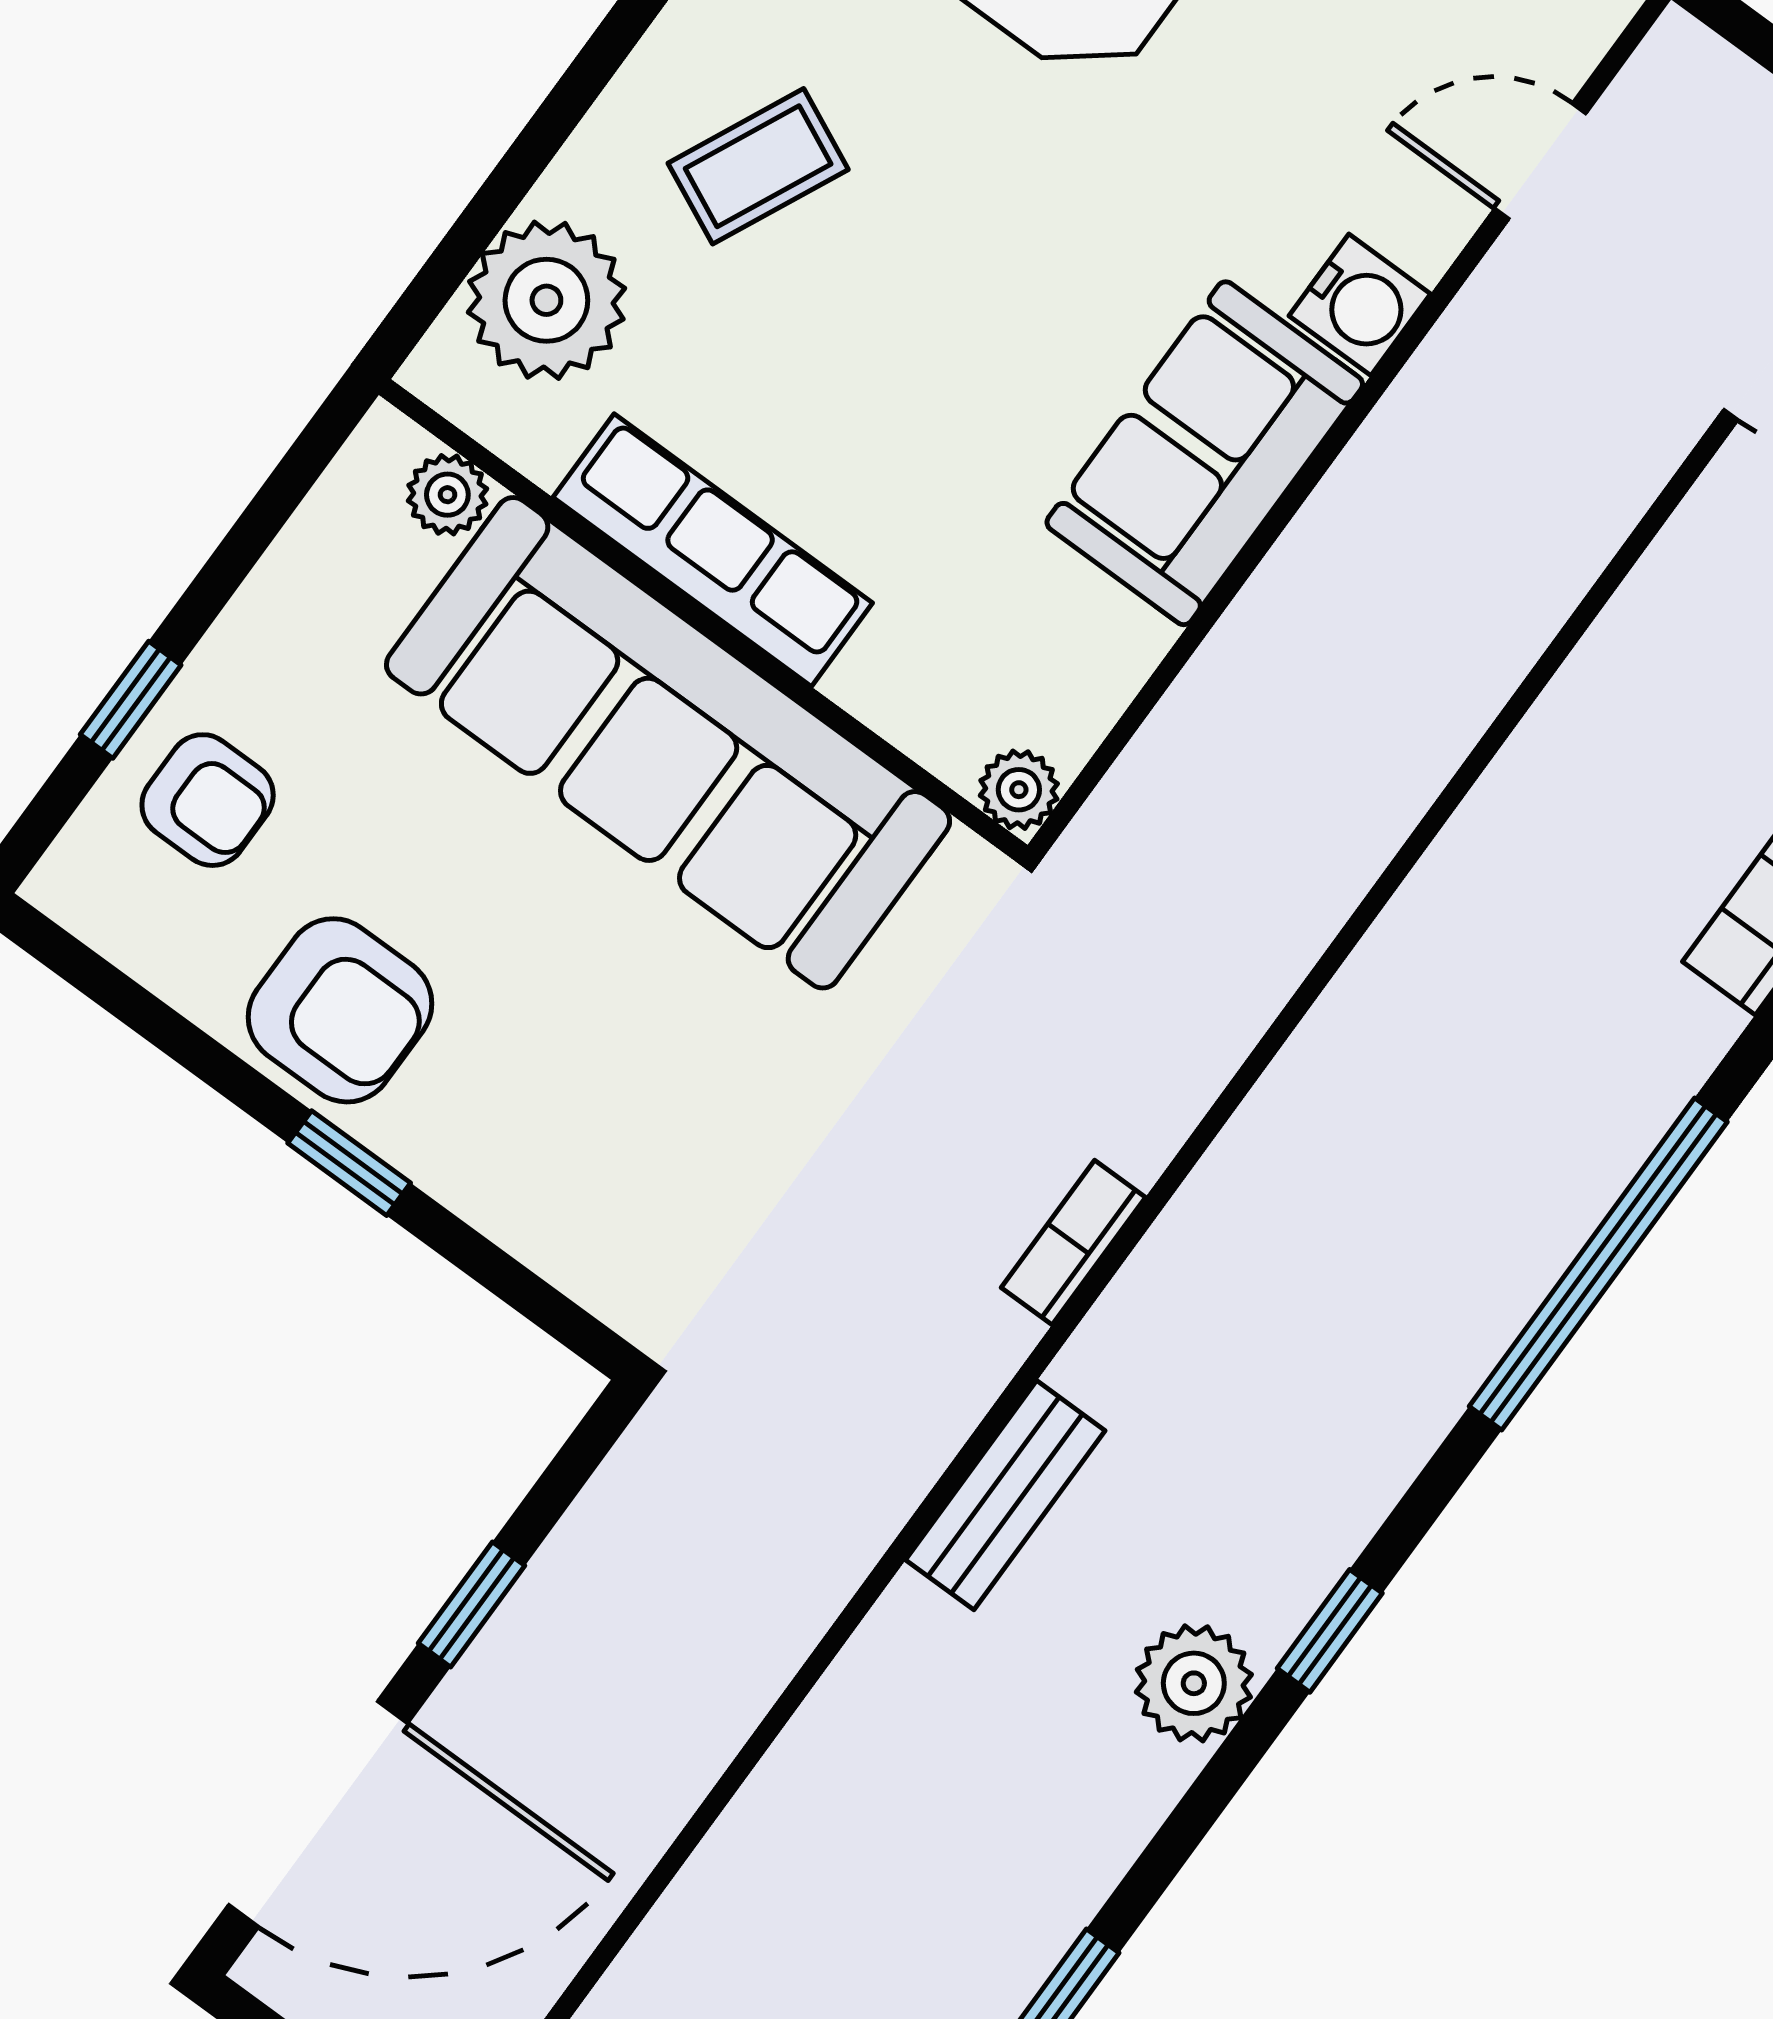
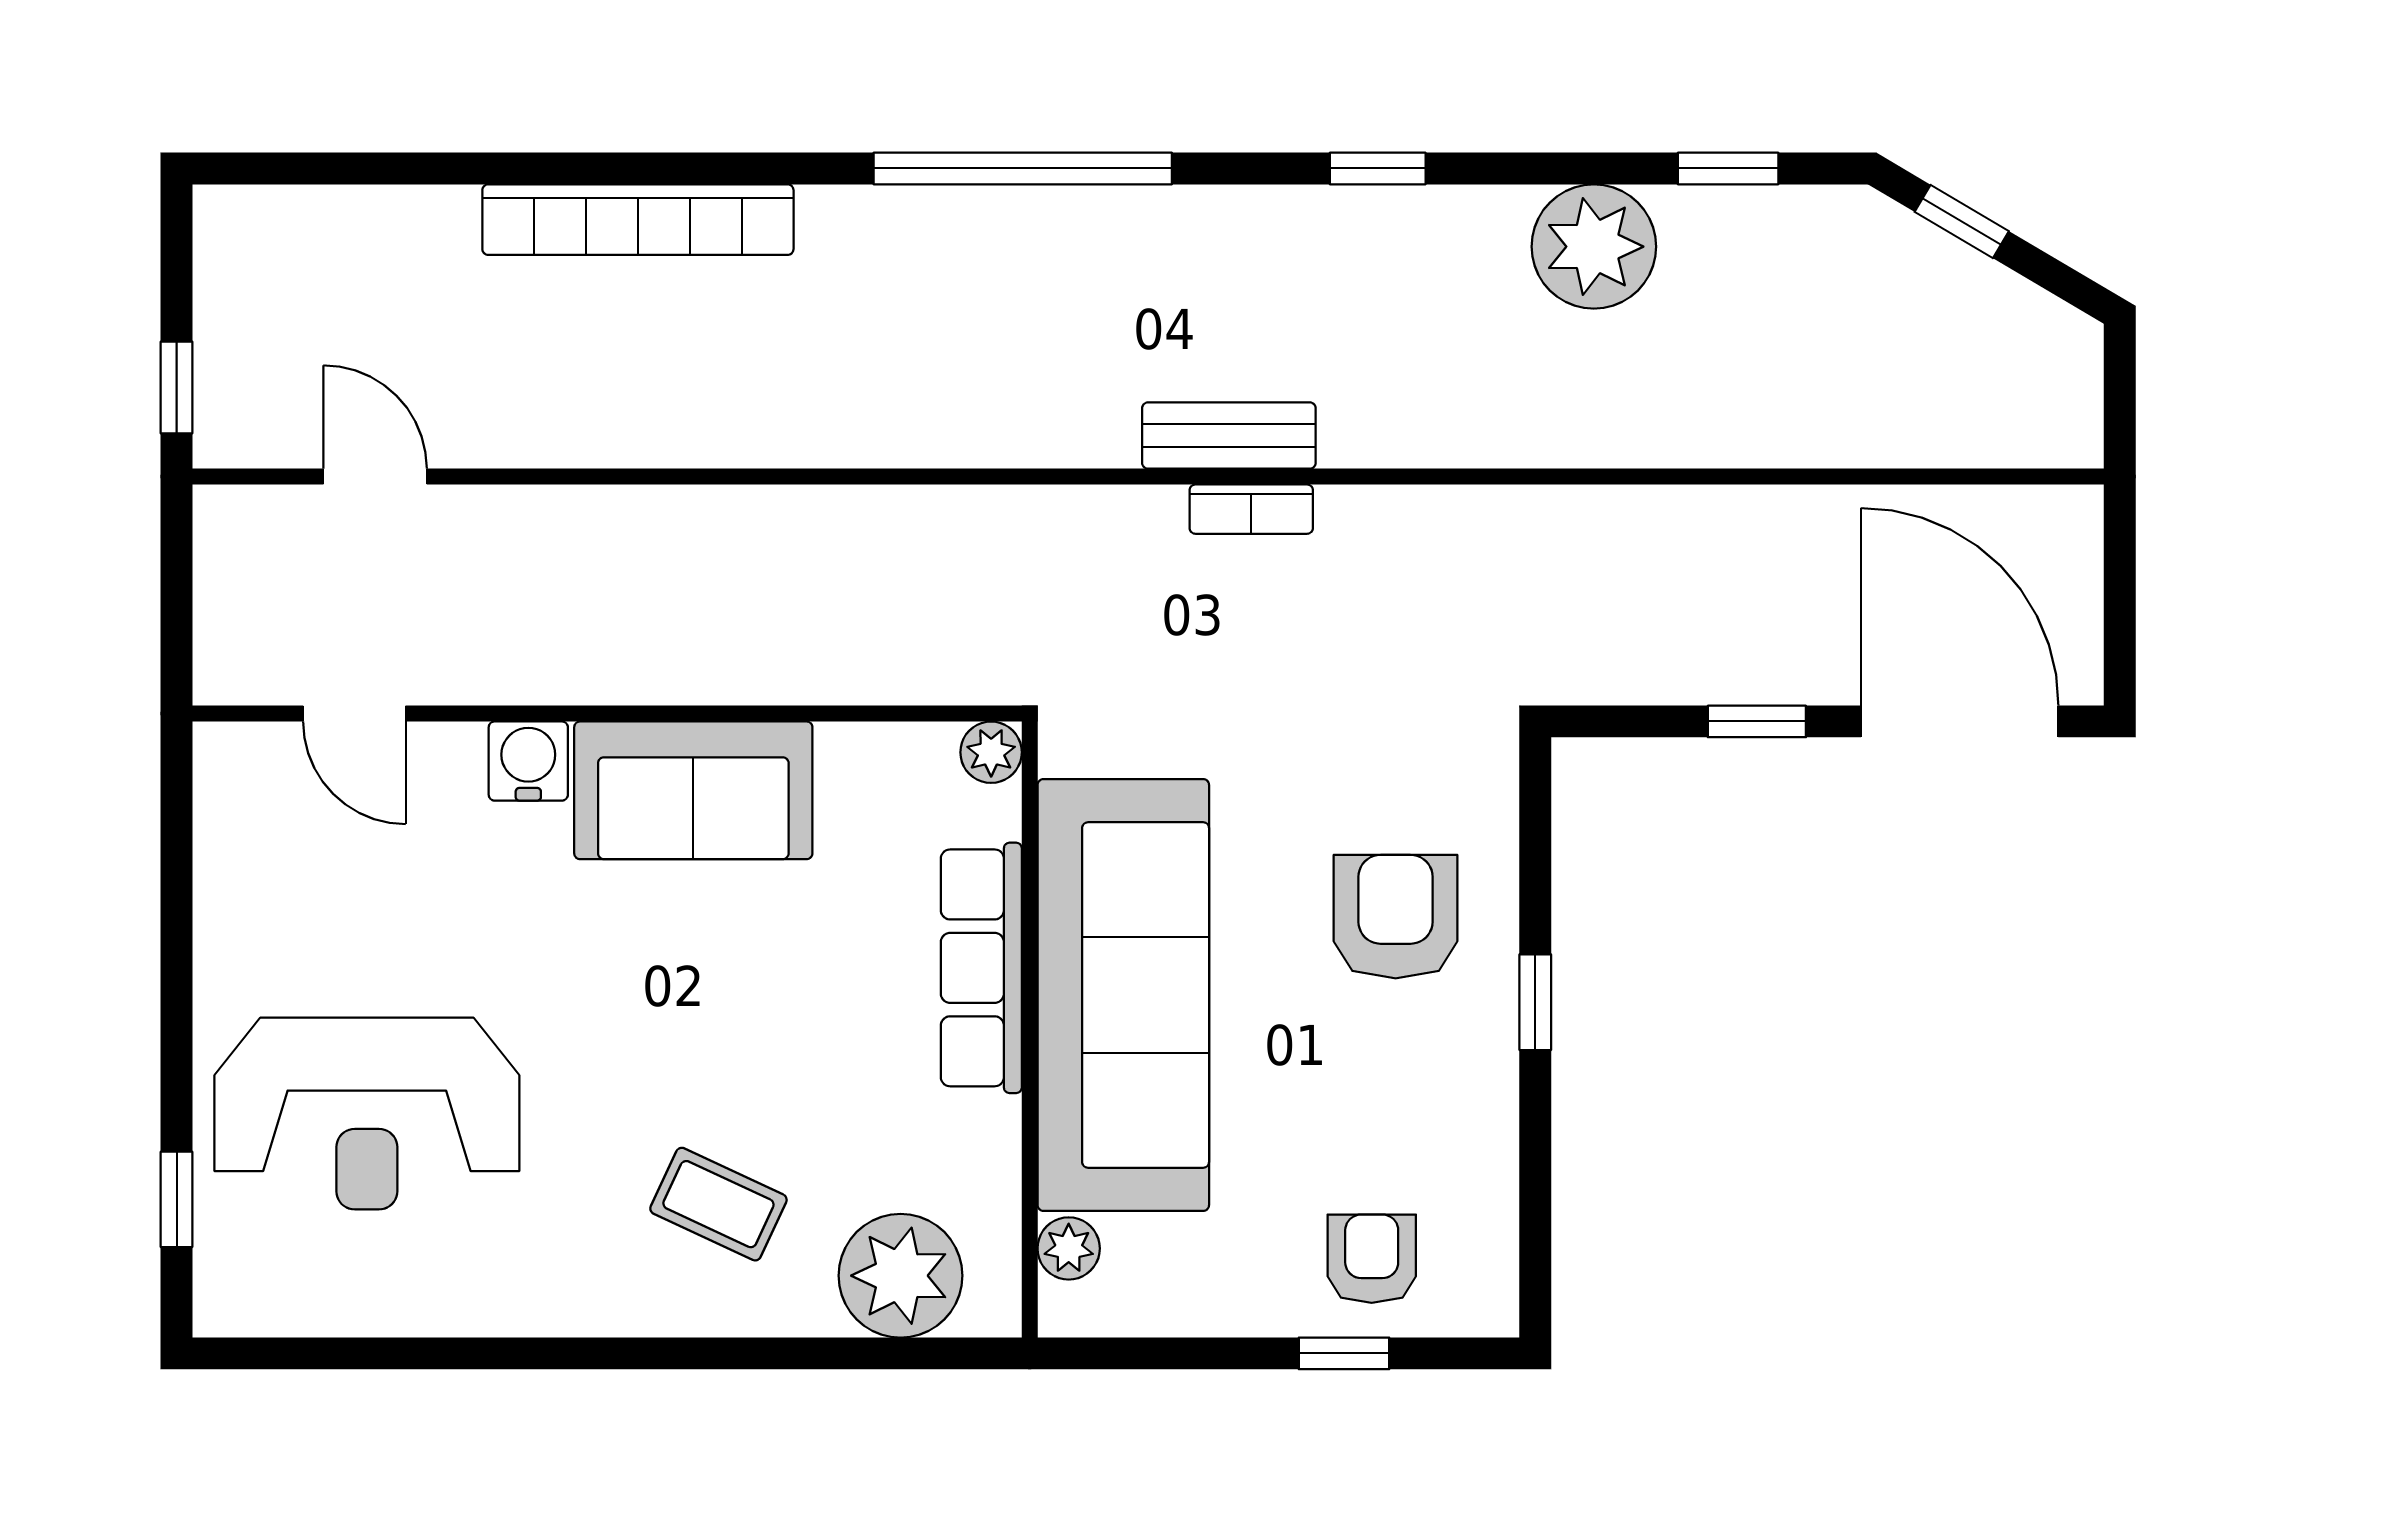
row of seats: (713, 550) -> (981, 968), moved
armchair: (340, 1010) -> (1396, 917), moved
bench: (1005, 1495) -> (1229, 436), moved
plant: (1194, 1683) -> (1594, 247), moved, width x1.36, depth x1.36

